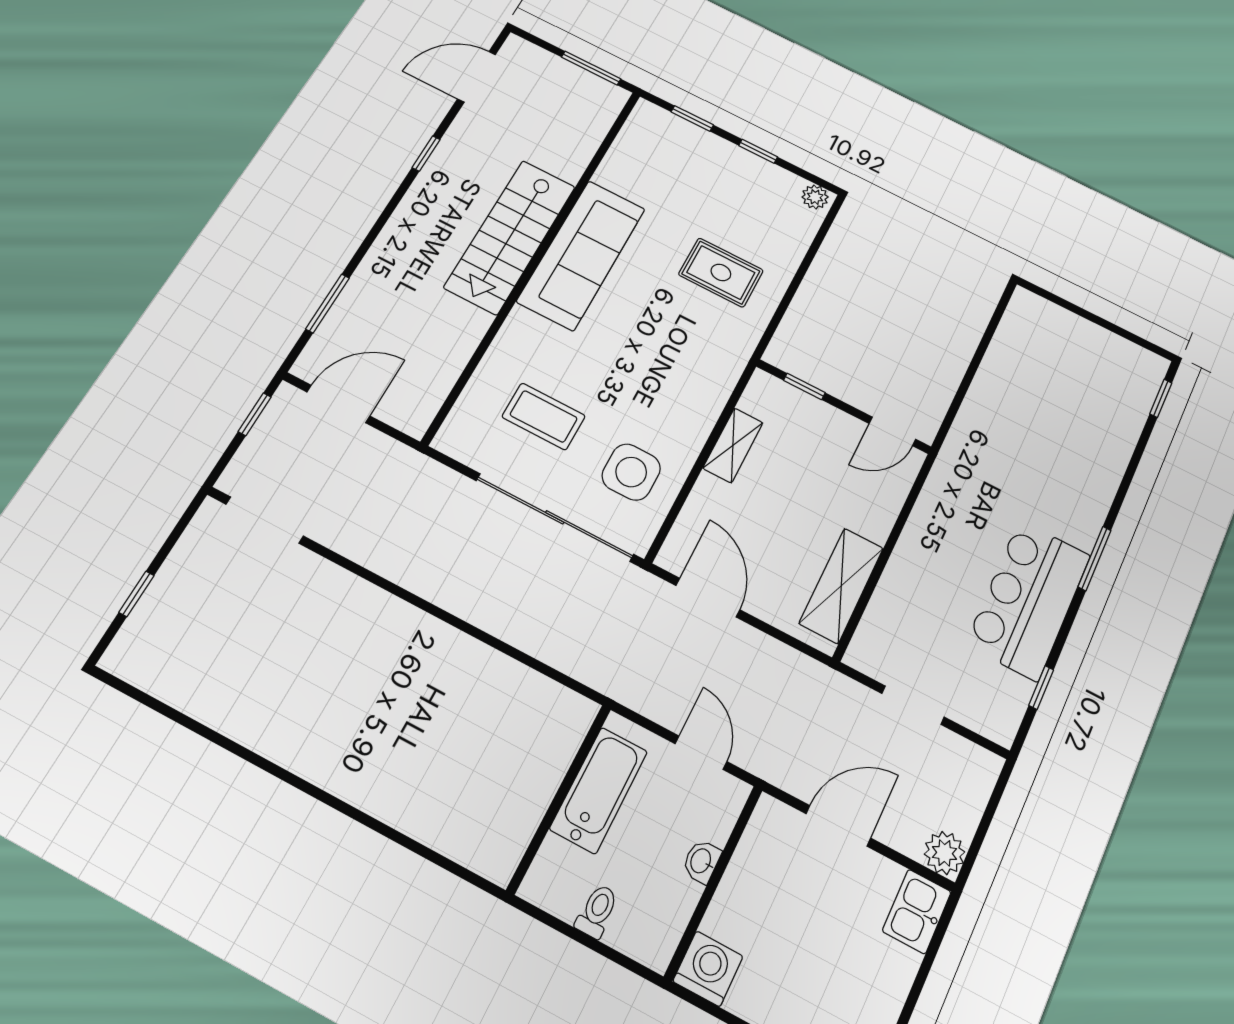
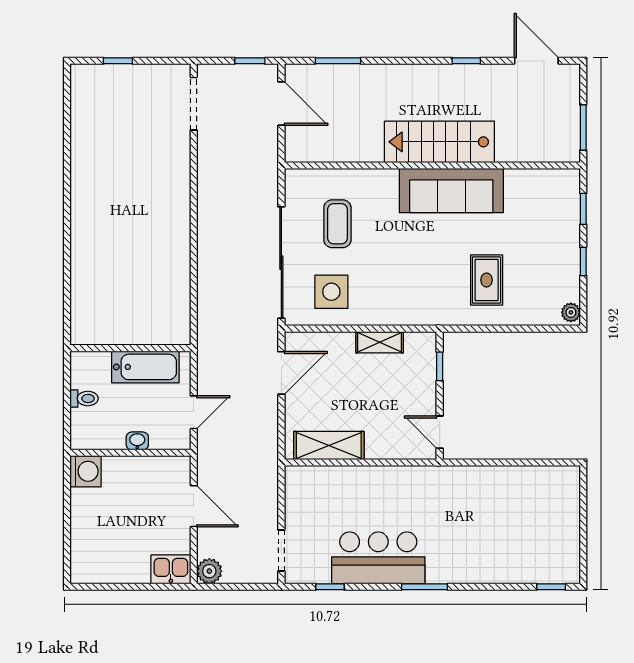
doorway: (913, 705) -> (281, 550), moved

